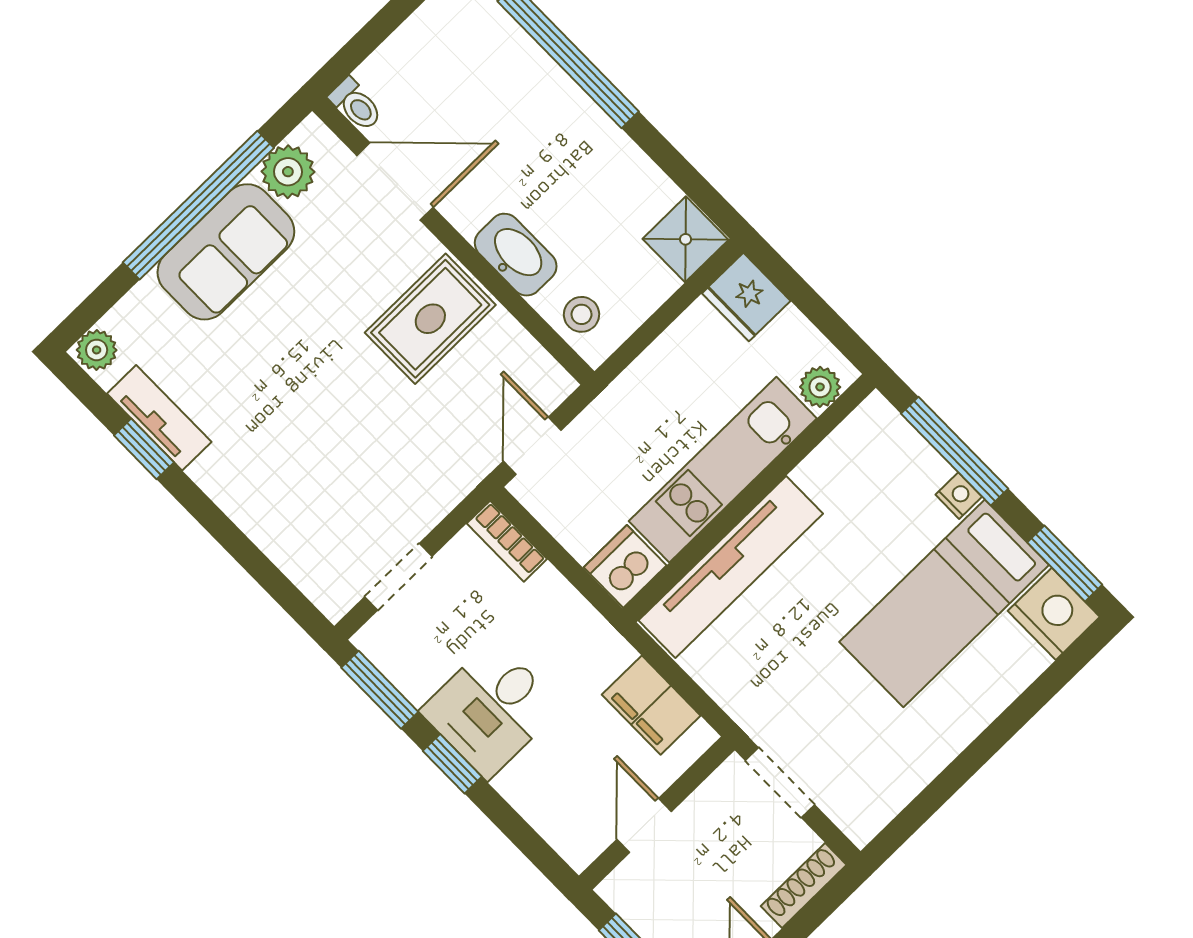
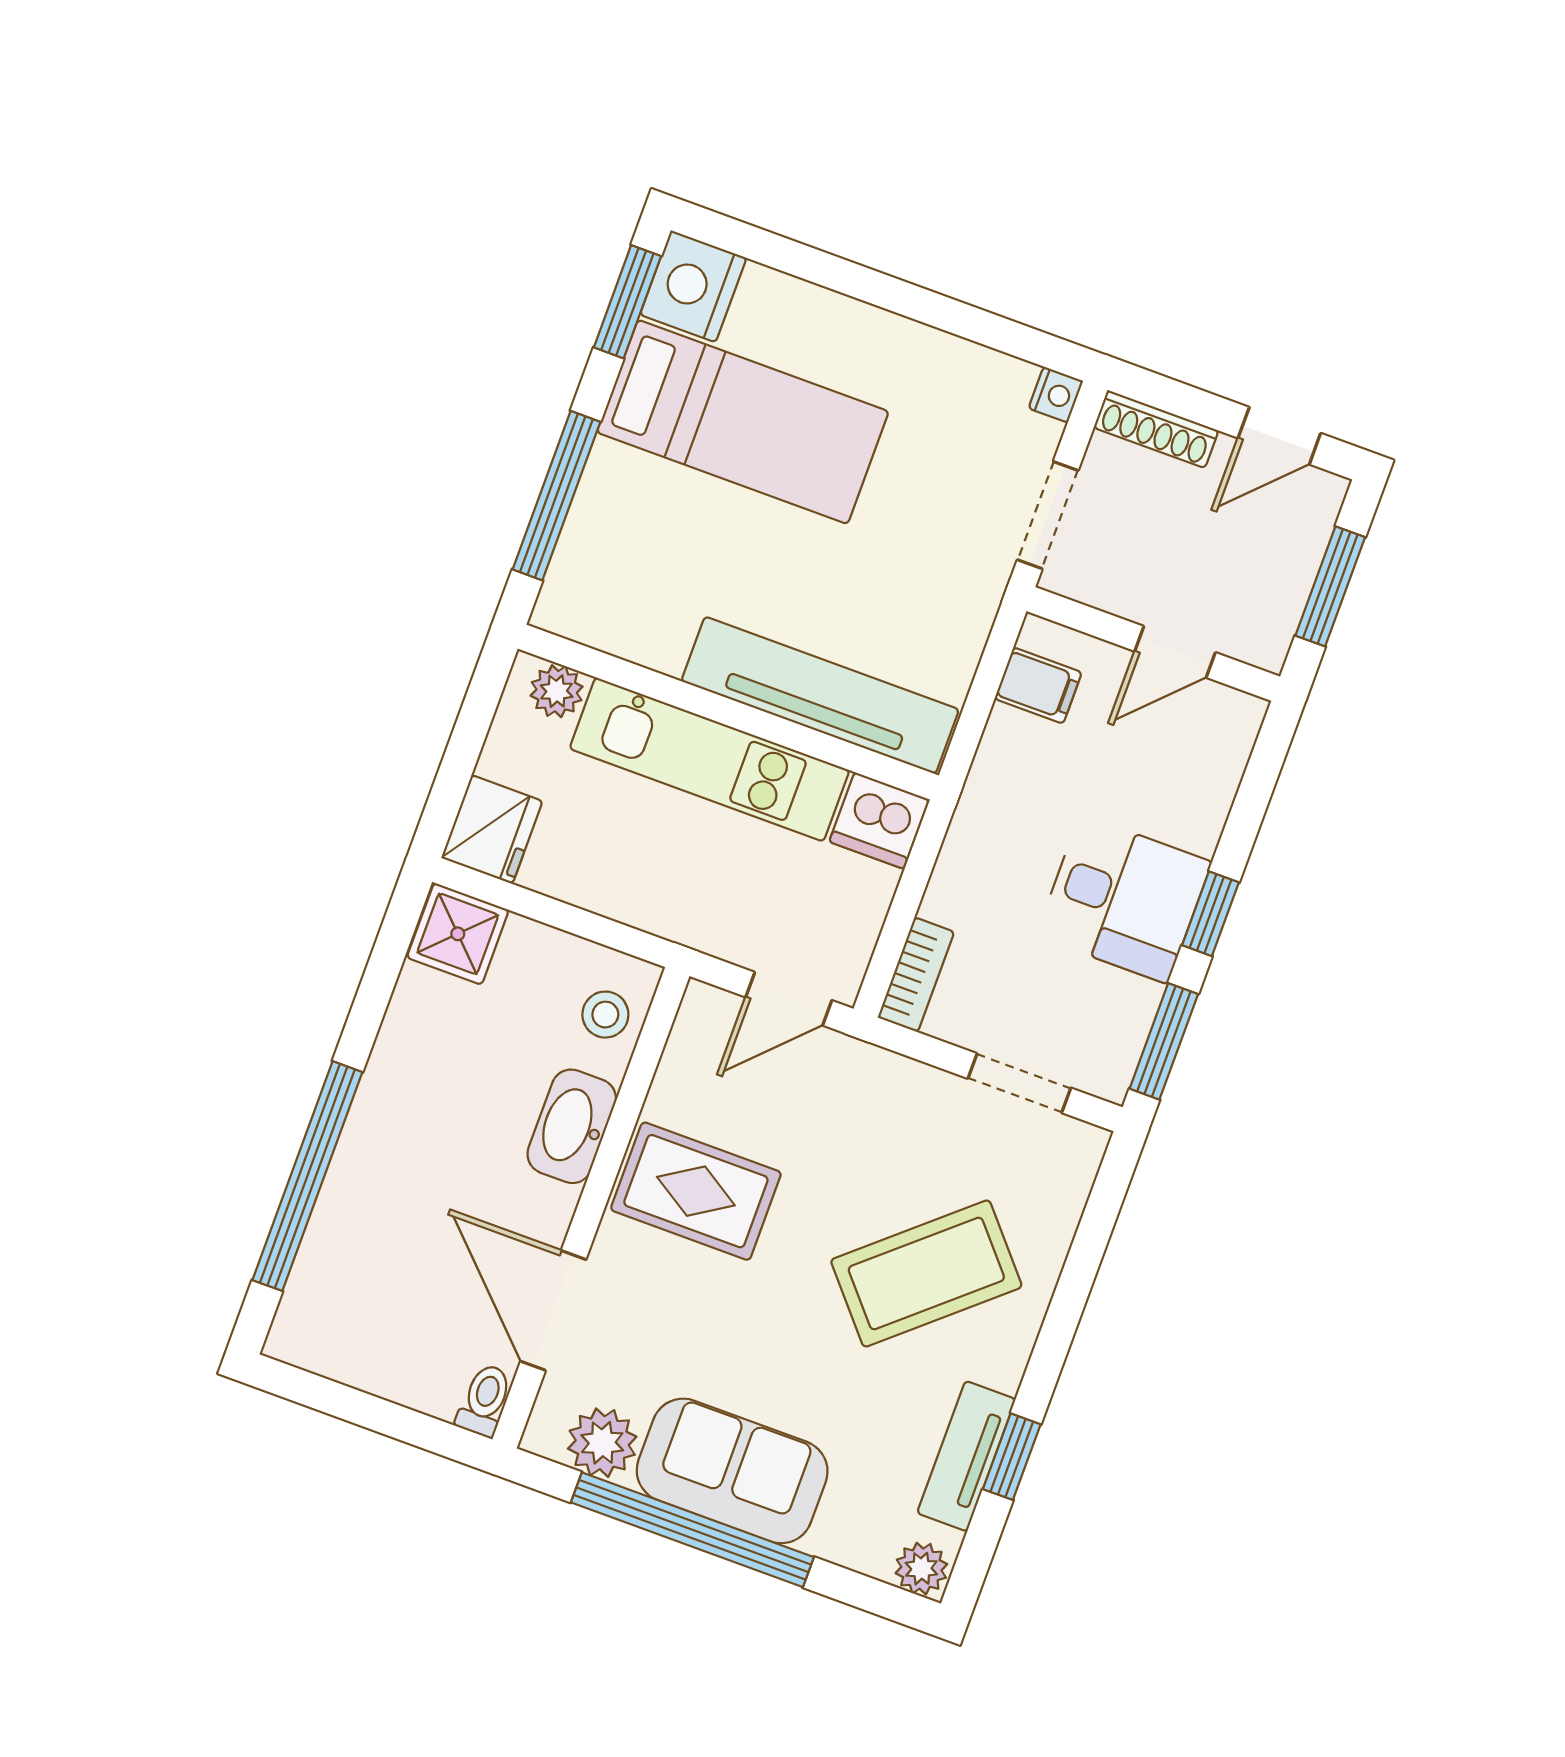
coffee table: (298, 450) -> (926, 1273), added
nightstand: (959, 496) -> (1056, 395), moved, turned 180
filing cabinet: (651, 705) -> (1038, 686), width x0.50

